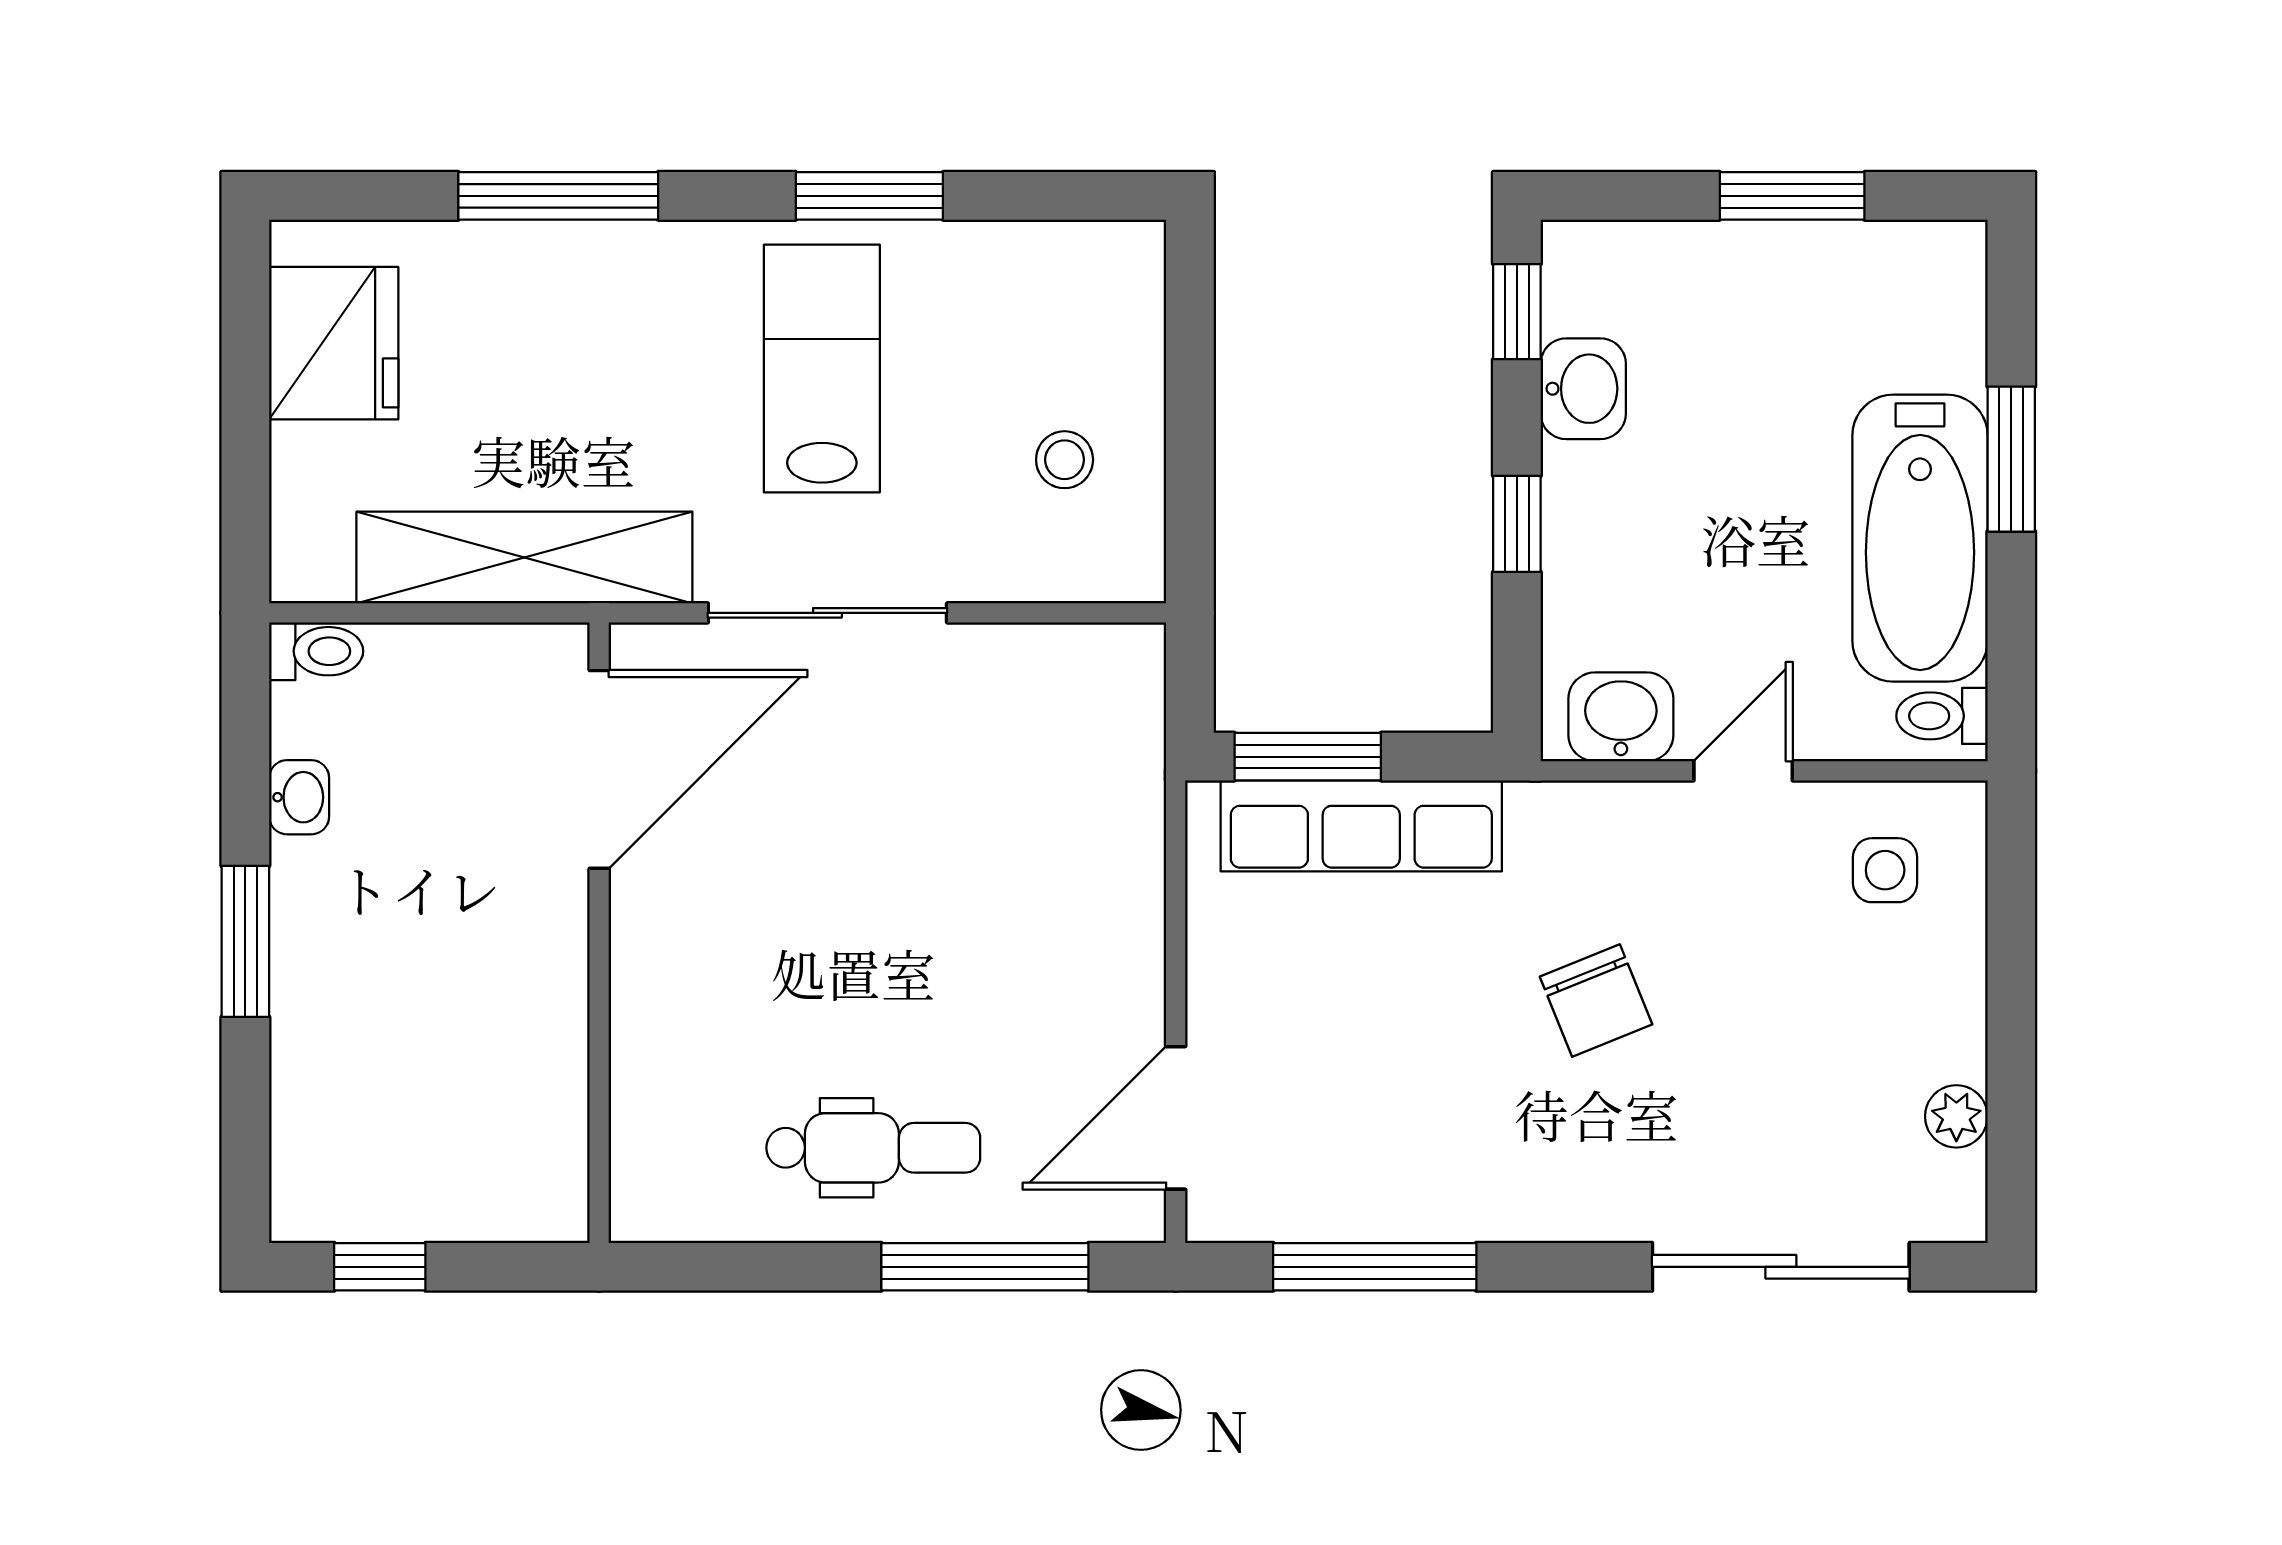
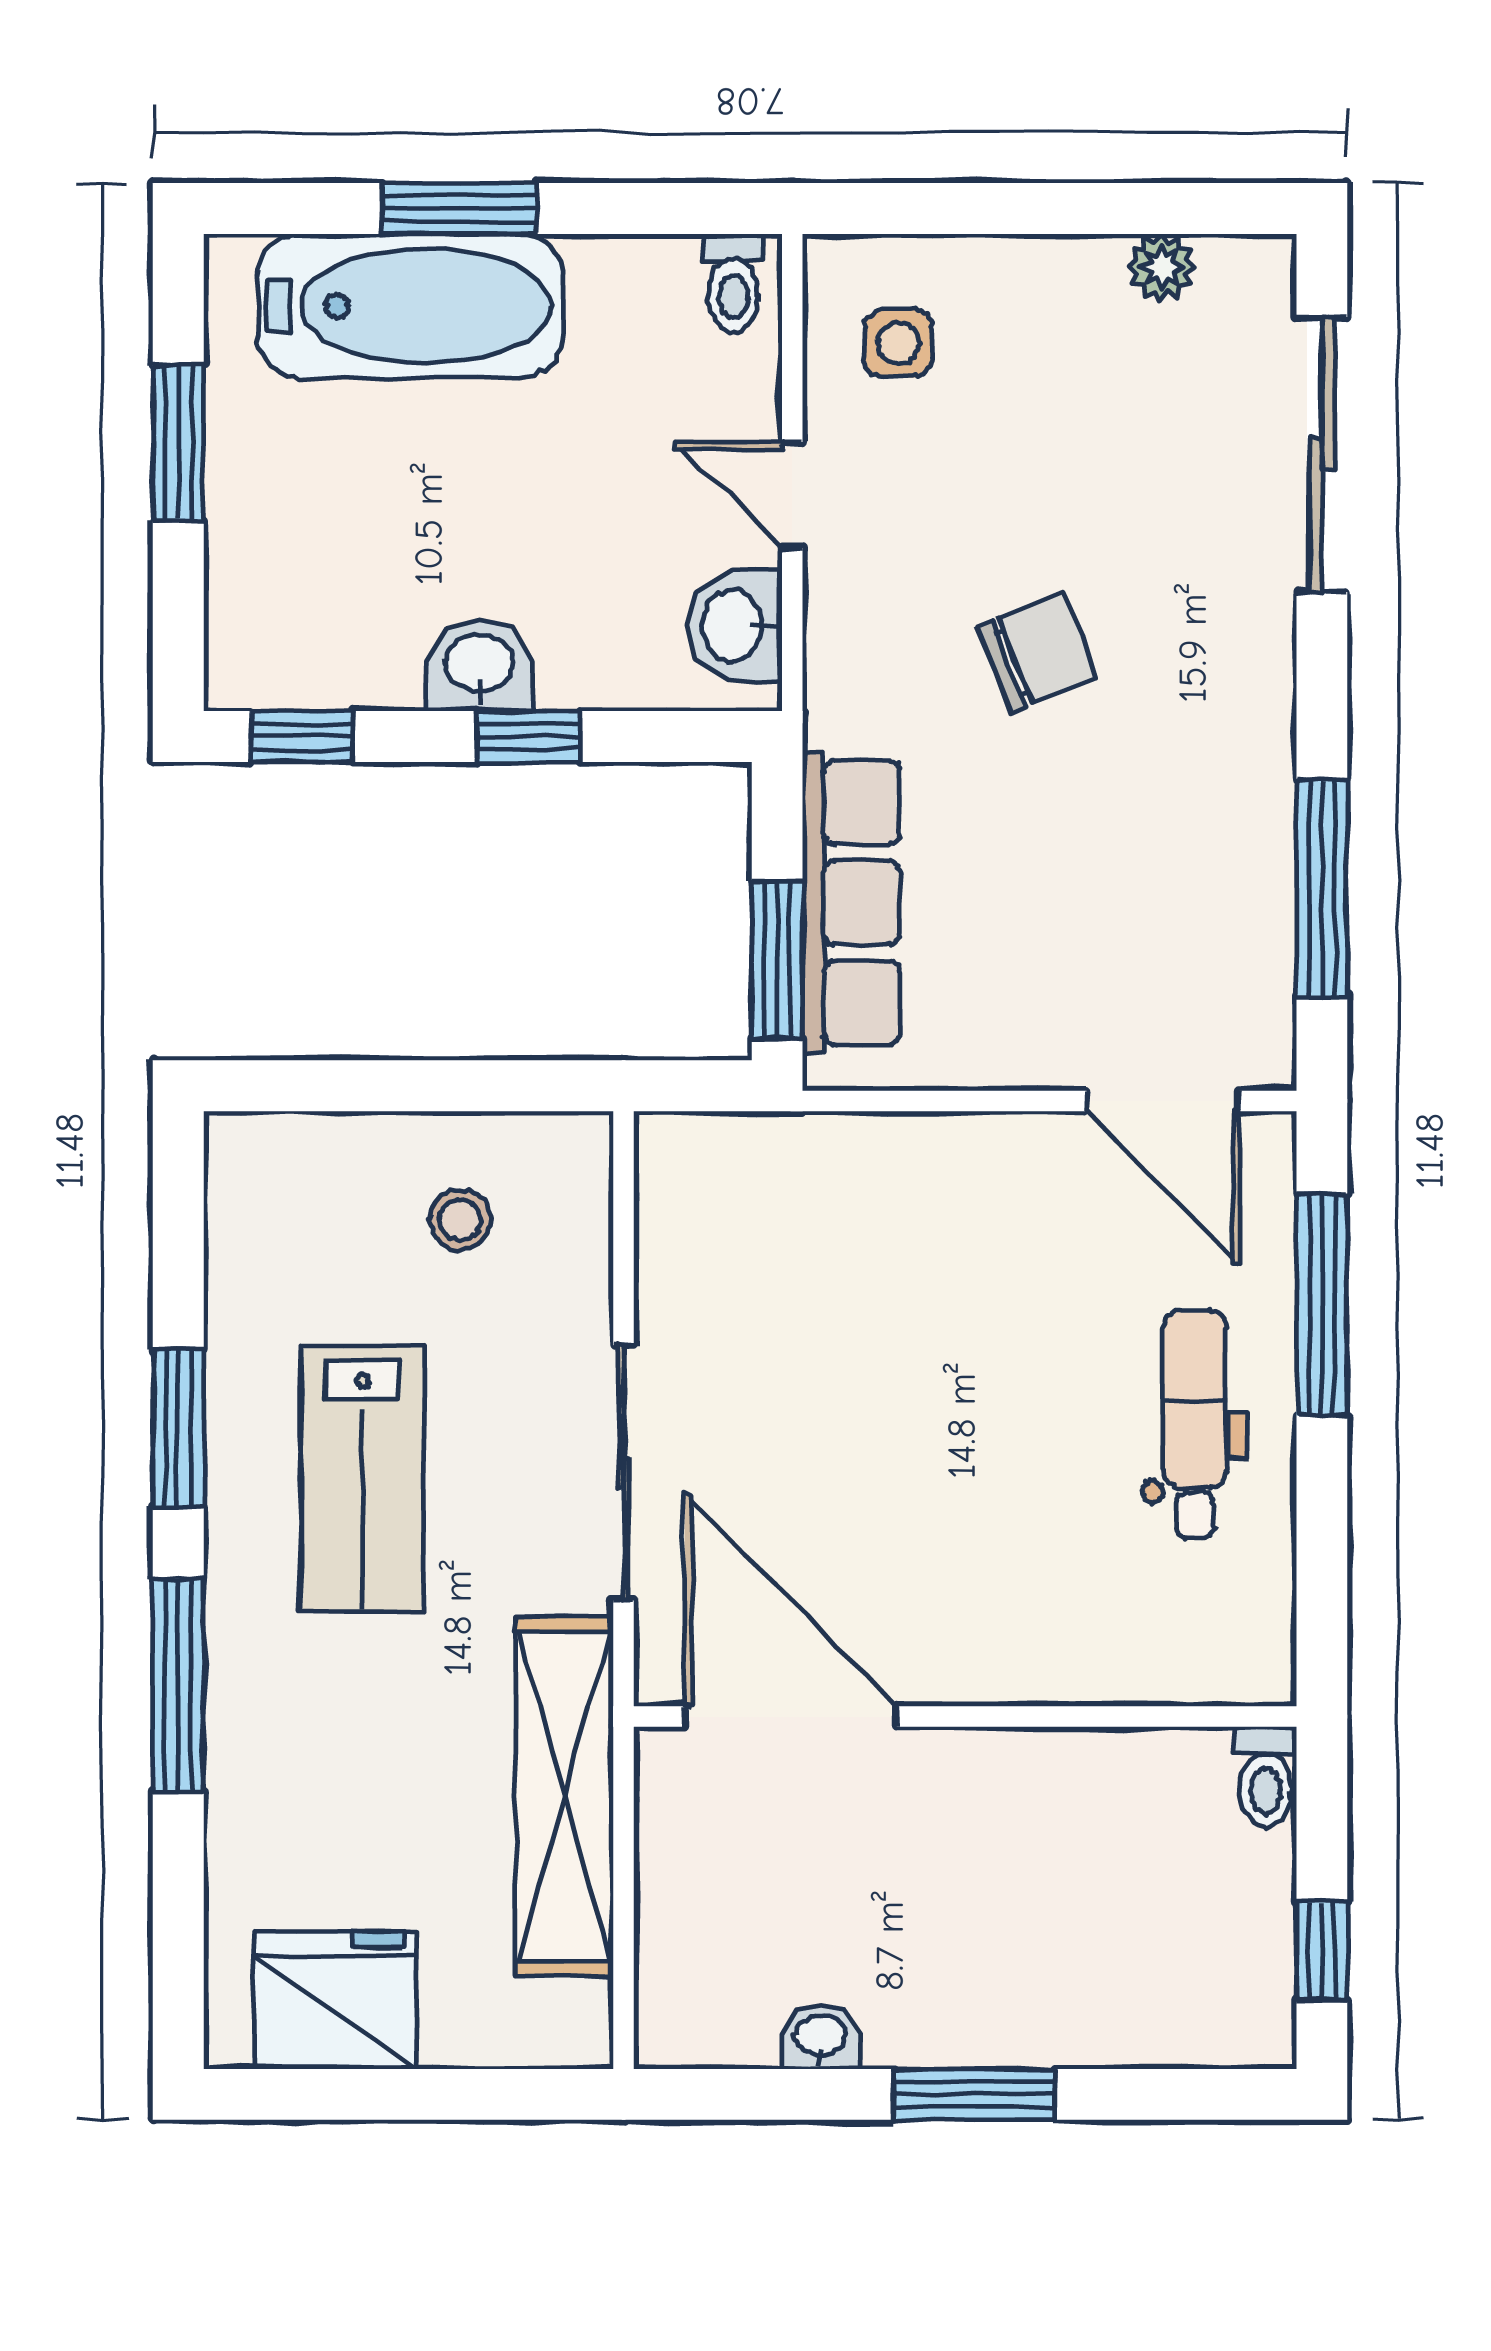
window: (558, 196) -> (178, 1686), moved
lab bench: (822, 368) -> (363, 1479), turned -90
washbasin: (1583, 389) -> (480, 666), moved
bathtub: (1920, 538) -> (410, 306), moved
toilet: (316, 651) -> (1266, 1777), moved, turned 180

